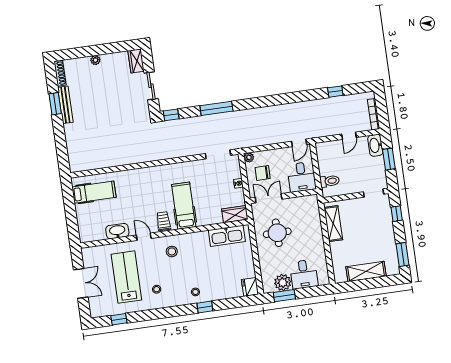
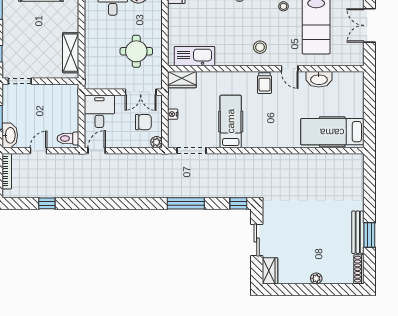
toilet: (330, 181) -> (68, 139), moved
hospital bed: (94, 192) -> (332, 132), width x1.37, depth x1.29
hospital bed: (184, 206) -> (231, 121), moved, turned 180

